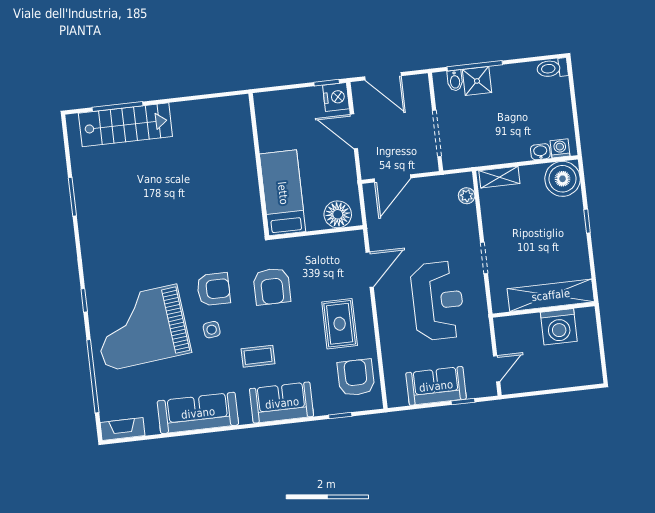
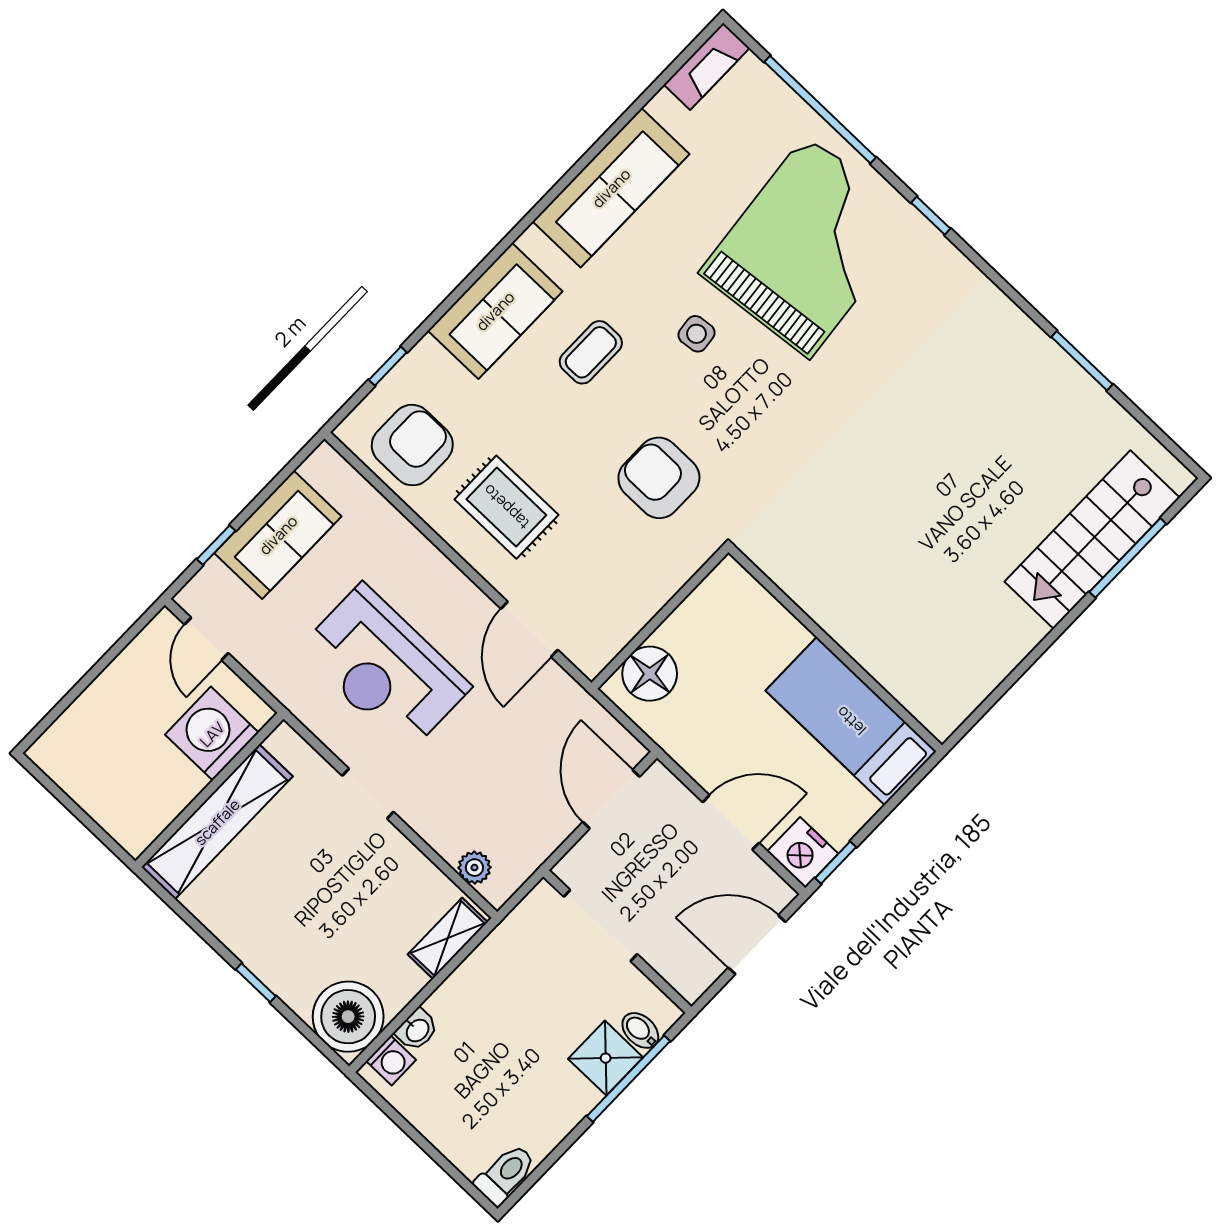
bed: (283, 193) -> (851, 721), moved, turned 180
armchair: (214, 289) -> (745, 399), removed
washing machine: (559, 327) -> (212, 734), moved
armchair: (356, 378) -> (412, 445), turned -90

